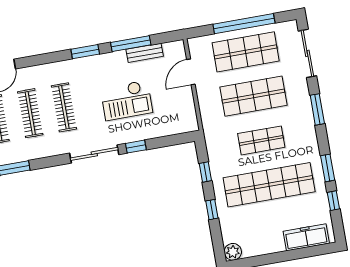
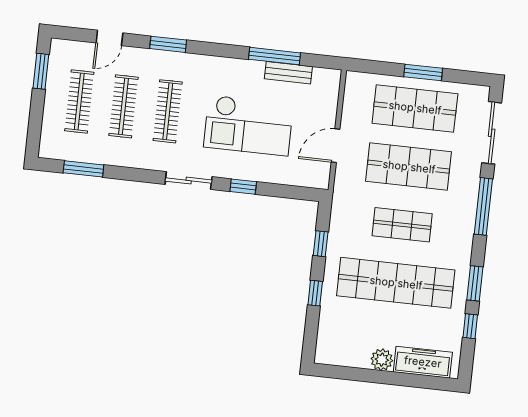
window: (244, 24) -> (423, 73), width x0.47
window: (85, 52) -> (168, 44), moved
door: (191, 72) -> (336, 146), moved
checkout: (127, 100) -> (248, 125), width x1.36, depth x1.21
window: (317, 109) -> (483, 206), width x1.44
sliding door: (94, 154) -> (189, 181), width x0.73
plant: (233, 252) -> (382, 360), moved

